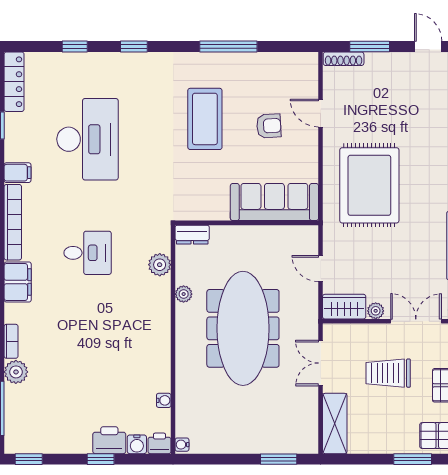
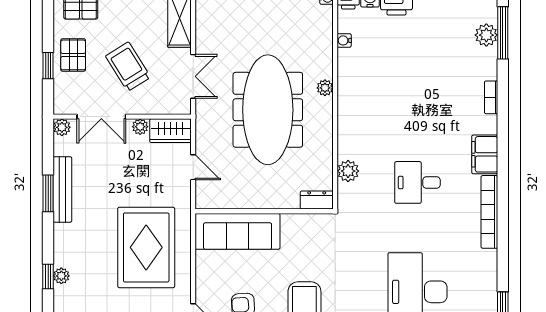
filing cabinet: (18, 173) -> (485, 260), removed
plant: (184, 294) -> (325, 88), moved
plant: (16, 372) -> (486, 35), moved
trolley: (388, 373) -> (128, 67), turned -122

